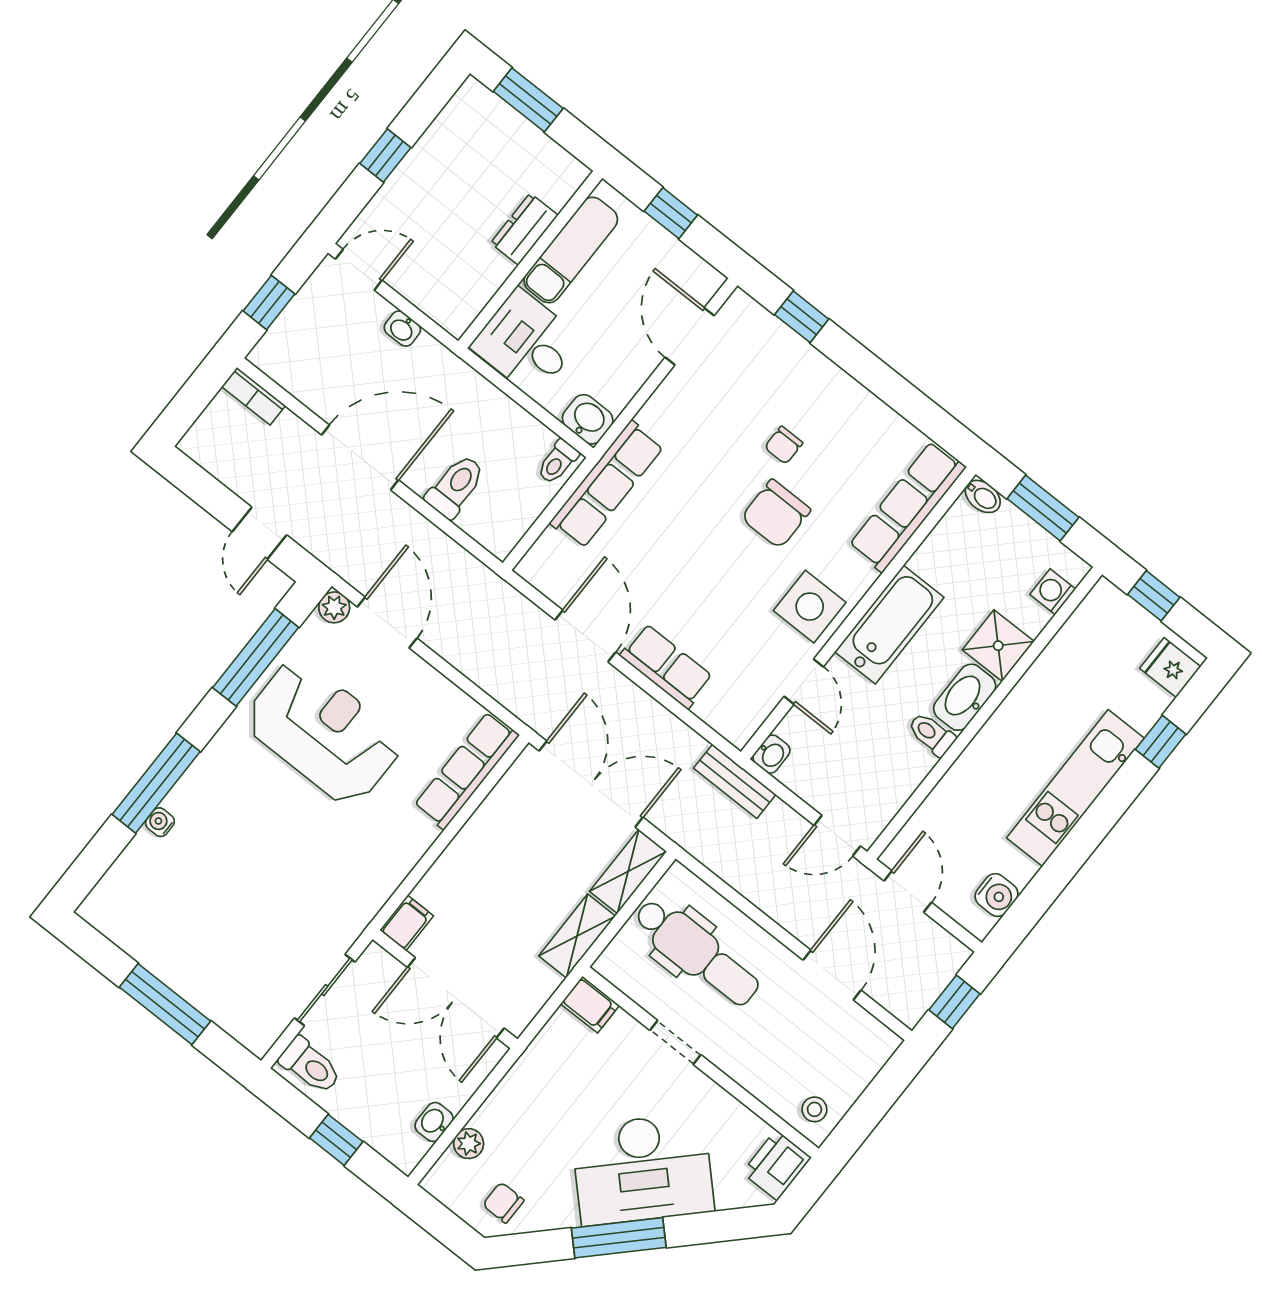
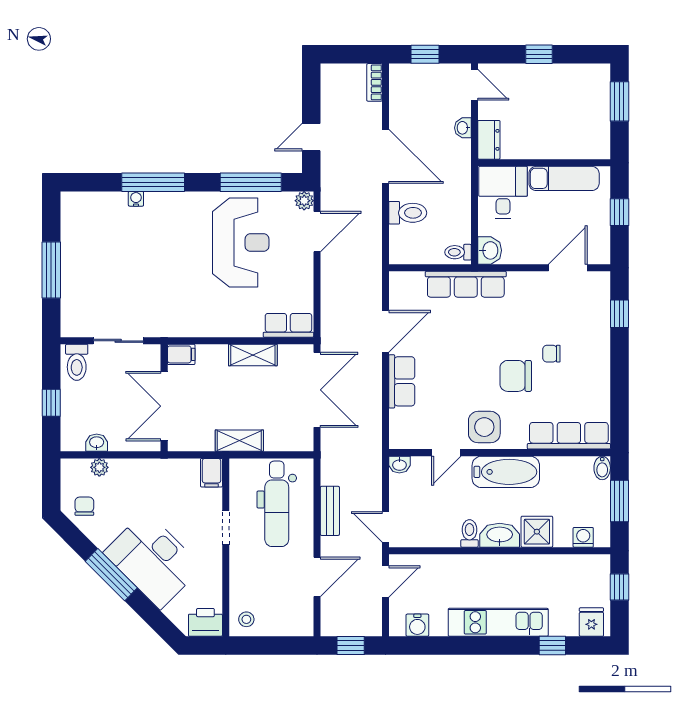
dresser: (524, 229) -> (489, 140), moved, turned 90
row of seats: (466, 770) -> (288, 325), width x0.68
bench: (735, 781) -> (330, 511), moved
shelving: (628, 871) -> (253, 355), moved

